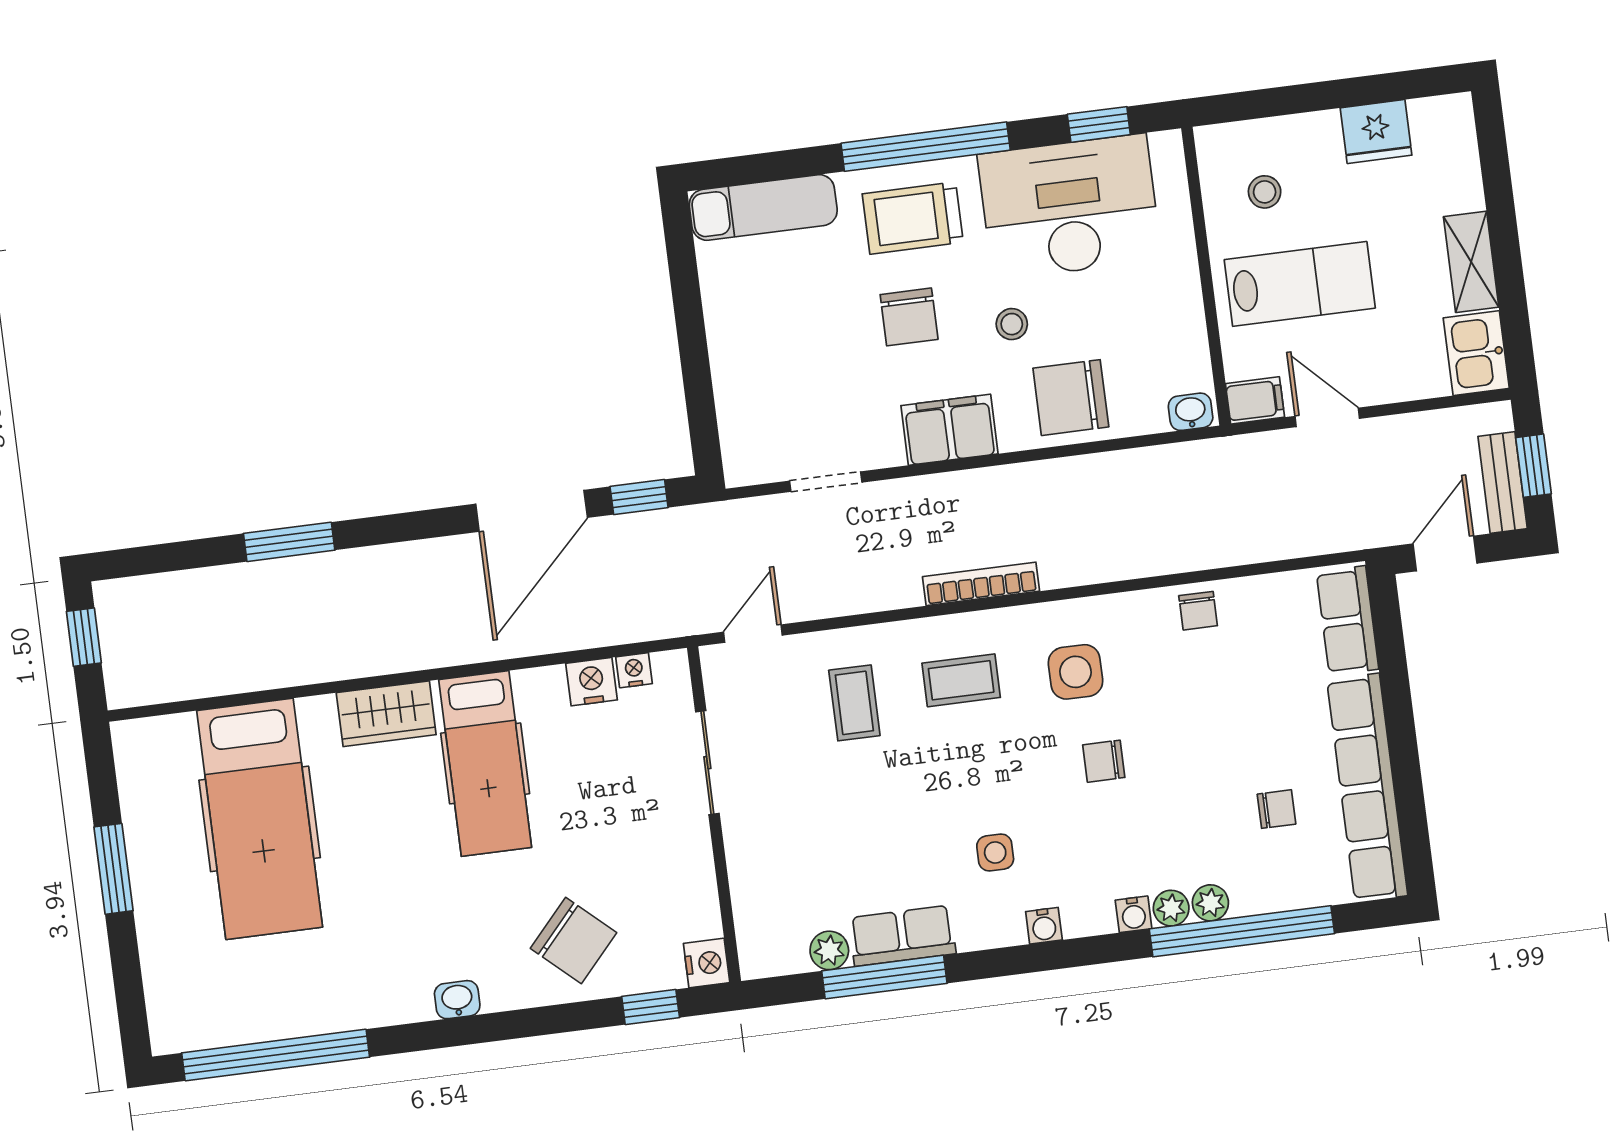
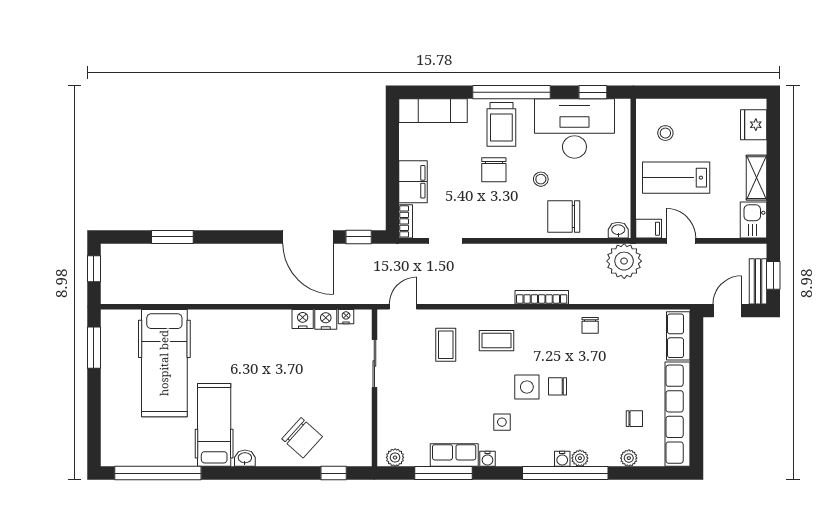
fridge: (1376, 132) -> (754, 125), moved, turned 90
trolley: (913, 218) -> (501, 124), turned -90
lab bench: (1300, 284) -> (676, 178), turned 180
filing cabinet: (950, 430) -> (413, 182), moved, turned 90
bookcase: (735, 451) -> (406, 221), added
plant: (1211, 476) -> (624, 261), added
door: (532, 511) -> (308, 237), hinge flipped
window: (289, 542) -> (172, 237), moved
bookcase: (981, 584) -> (542, 297), moved
chair: (1198, 611) -> (590, 325), moved
side table: (1076, 672) -> (527, 387), moved
wardrobe: (386, 714) -> (229, 322), removed
hospital bed: (485, 763) -> (214, 425), moved, turned 180
window: (114, 869) -> (94, 348), moved
plant: (1210, 903) -> (629, 458), moved
water cooler: (1044, 926) -> (487, 459), moved
window: (1242, 931) -> (565, 473), moved
plant: (829, 950) -> (395, 457), moved
nightstand: (707, 963) -> (303, 319), moved, turned -90

